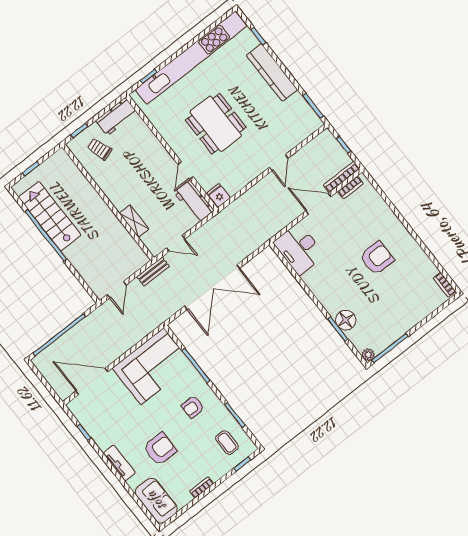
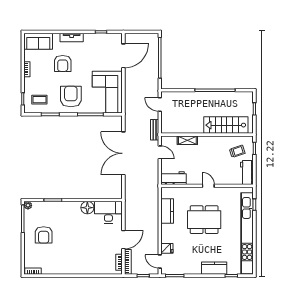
kitchen counter: (272, 72) -> (214, 268), width x0.67
door: (279, 163) -> (160, 261), moved
door: (185, 171) -> (208, 186), moved
kitchen counter: (241, 178) -> (167, 211), added
fridge: (219, 195) -> (167, 248), moved
stairs: (50, 216) -> (226, 125), moved, turned 180
door: (176, 243) -> (160, 152), swing flipped
armchair: (377, 258) -> (44, 235), moved
floor lamp: (346, 320) -> (87, 208), moved
armchair: (193, 407) -> (71, 96), width x1.88, depth x1.88

